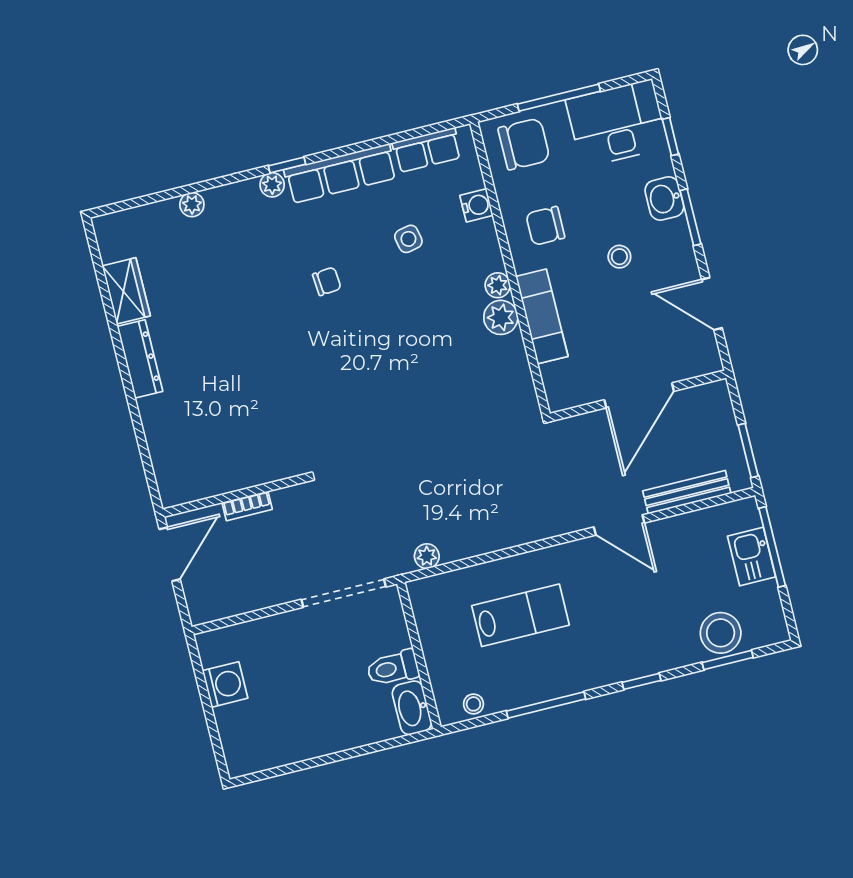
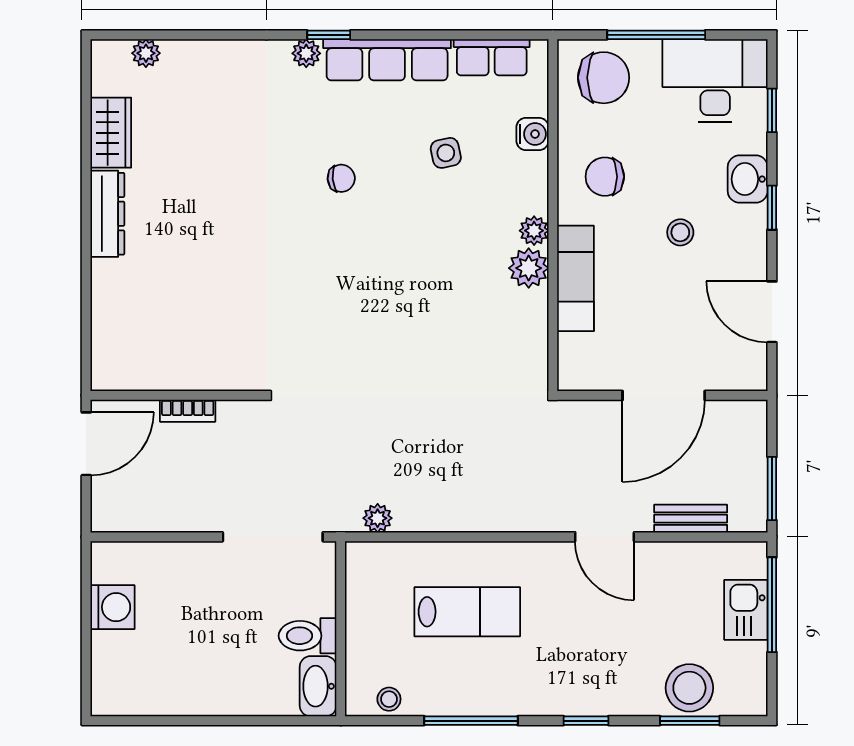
plant: (192, 205) -> (146, 53), moved
window: (690, 217) -> (772, 208), width x0.67
bench: (687, 492) -> (691, 519), width x0.73

